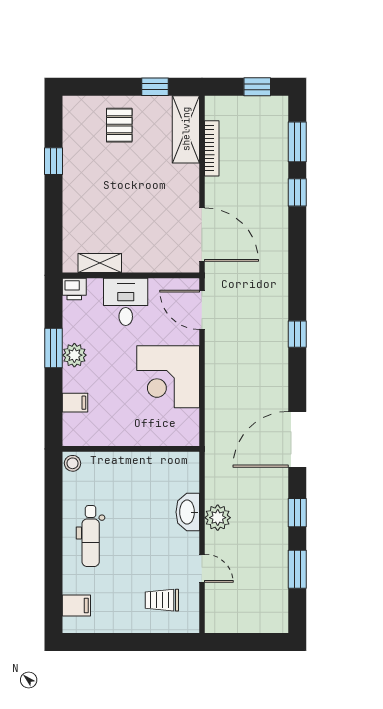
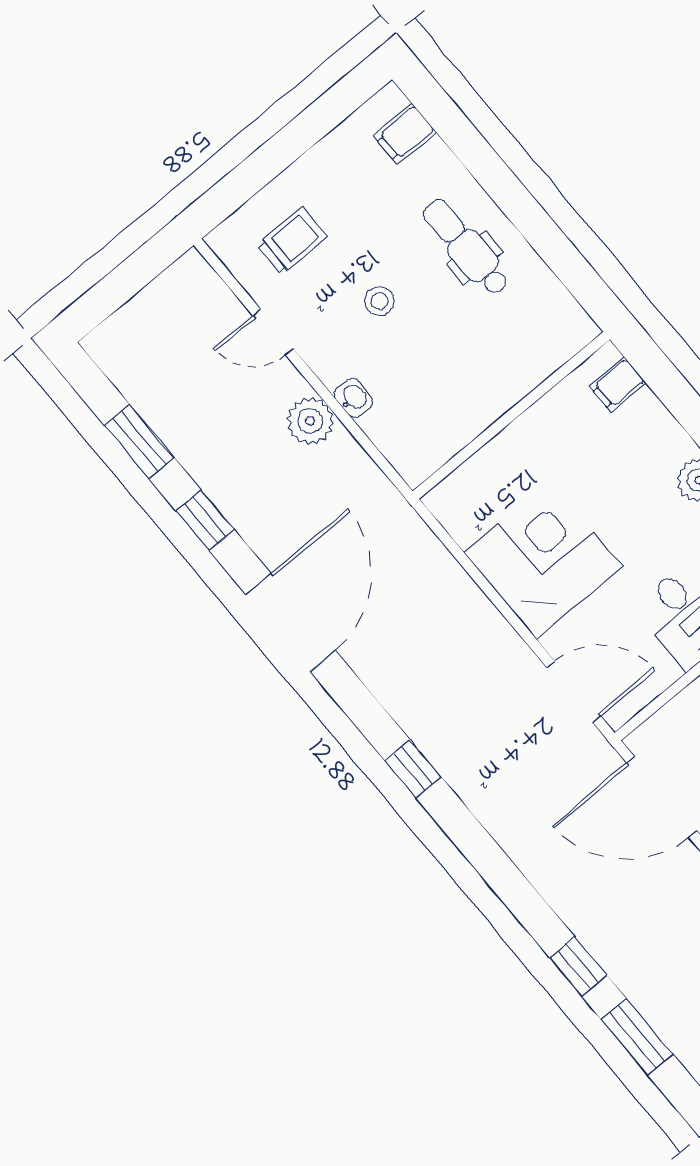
filing cabinet: (75, 403) -> (618, 385), moved
stool: (72, 463) -> (379, 301), moved
washbasin: (188, 512) -> (353, 398), width x0.52, depth x0.69

